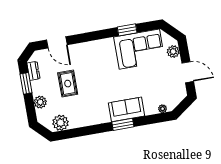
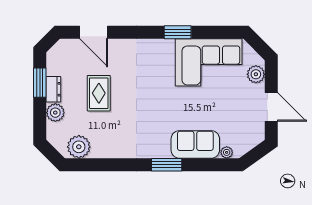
window: (127, 30) -> (178, 32), moved
dresser: (33, 71) -> (53, 89), moved
sofa: (127, 109) -> (195, 144), moved

